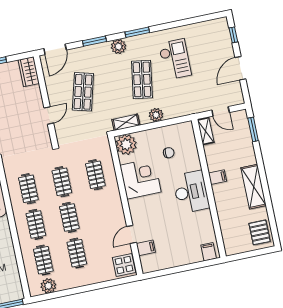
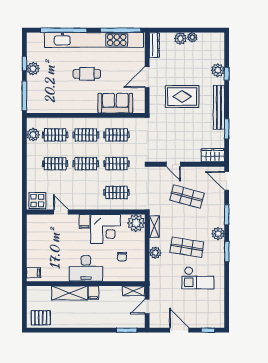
shelving: (254, 187) -> (70, 293), moved
filing cabinet: (146, 248) -> (85, 221), moved

